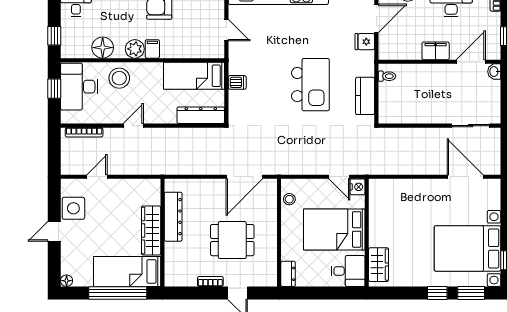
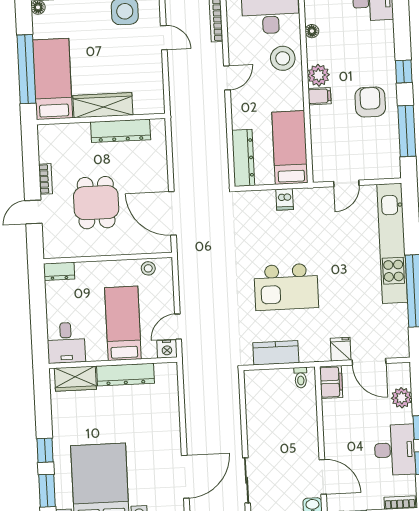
floor lamp: (103, 48) -> (312, 31), width x0.53, depth x0.53
filing cabinet: (436, 51) -> (331, 382), moved
door: (133, 126) -> (227, 78), hinge flipped
dresser: (377, 223) -> (125, 375), added
bed: (334, 229) -> (123, 323), width x0.67

